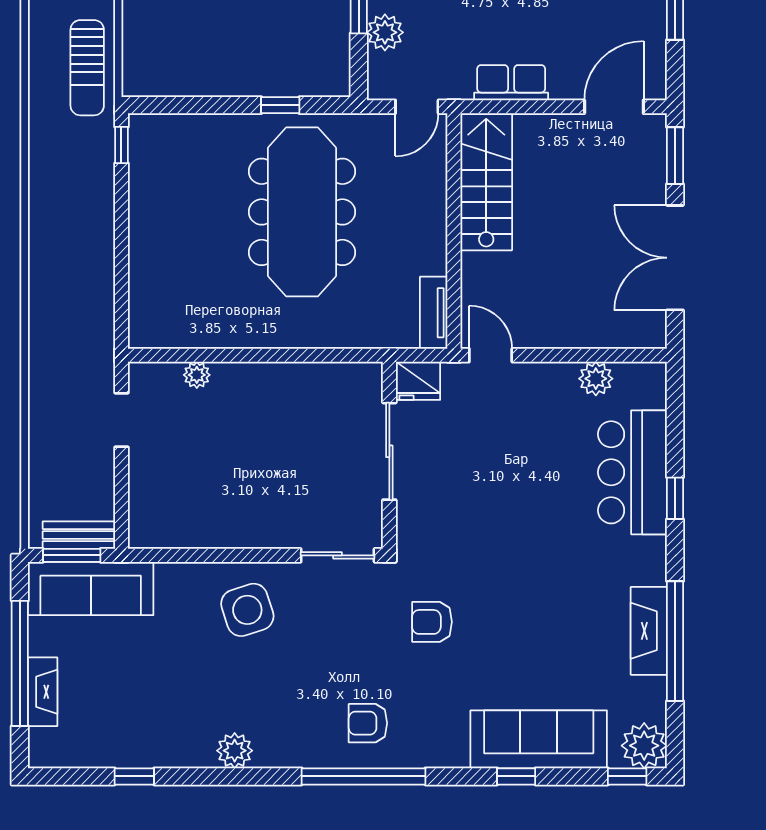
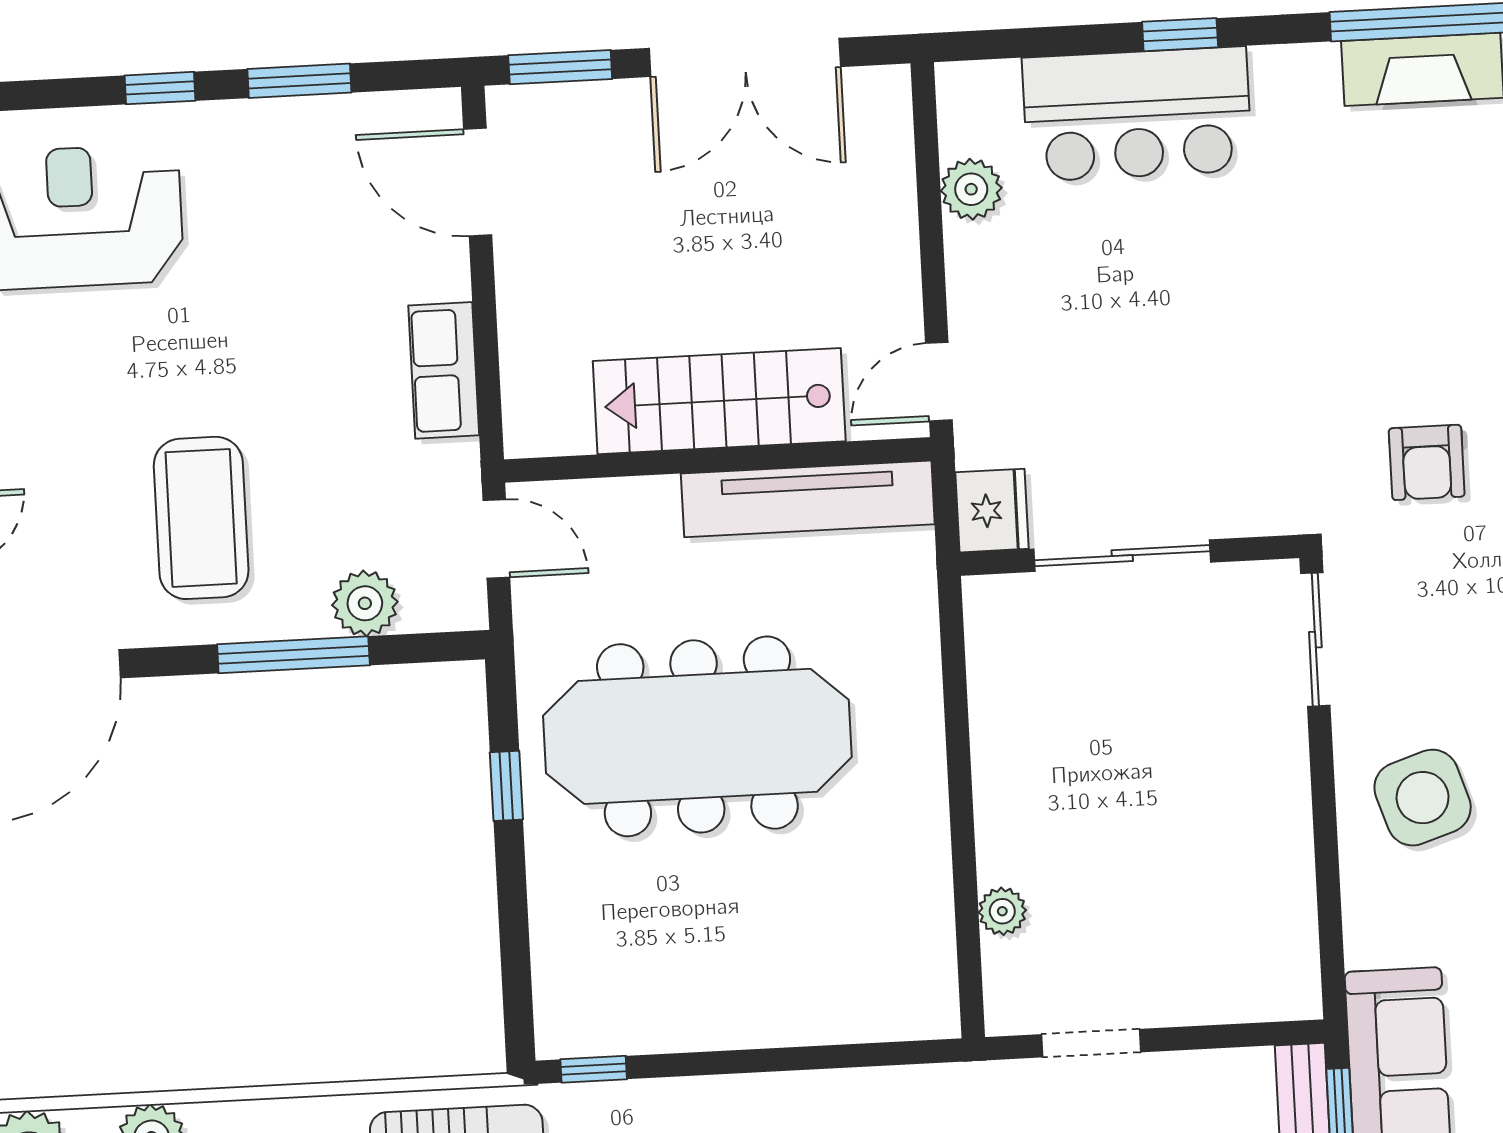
stairs: (486, 182) -> (719, 401), moved
tv unit: (434, 313) -> (808, 499), width x1.92, depth x1.29

